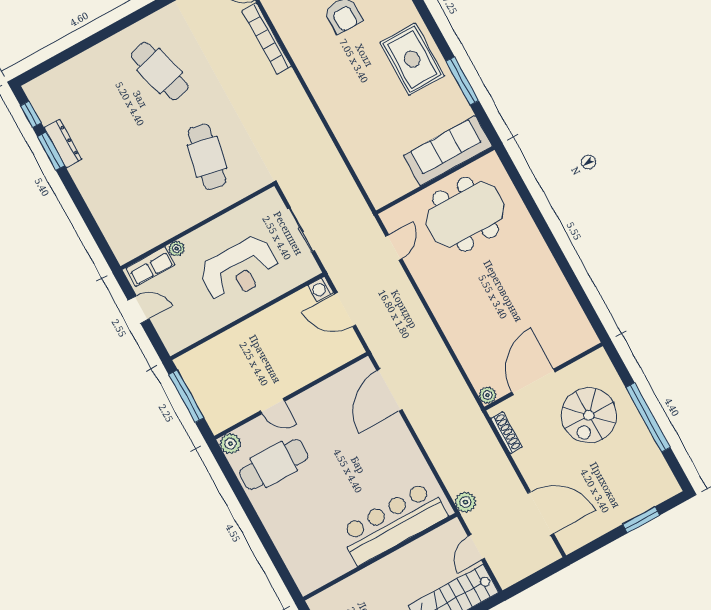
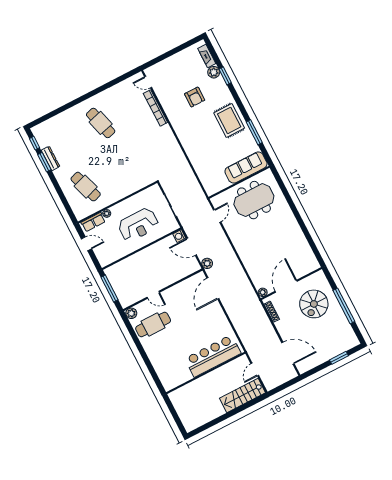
cafe table: (207, 157) -> (86, 187), moved, turned -30
plant: (466, 502) -> (207, 263), moved

